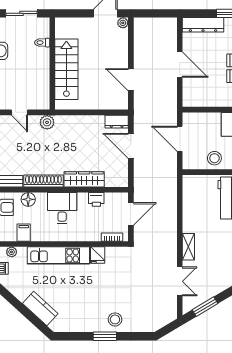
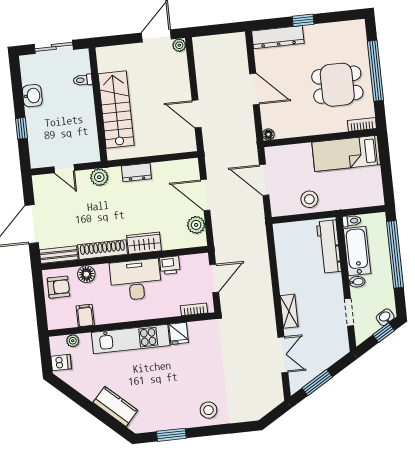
floor lamp: (187, 102) -> (268, 134), added
dresser: (117, 122) -> (136, 172), moved
plant: (121, 169) -> (196, 225), added
wardrobe: (84, 179) -> (144, 243), width x0.67
desk: (62, 208) -> (136, 280), width x1.37
window: (105, 336) -> (171, 435), moved

